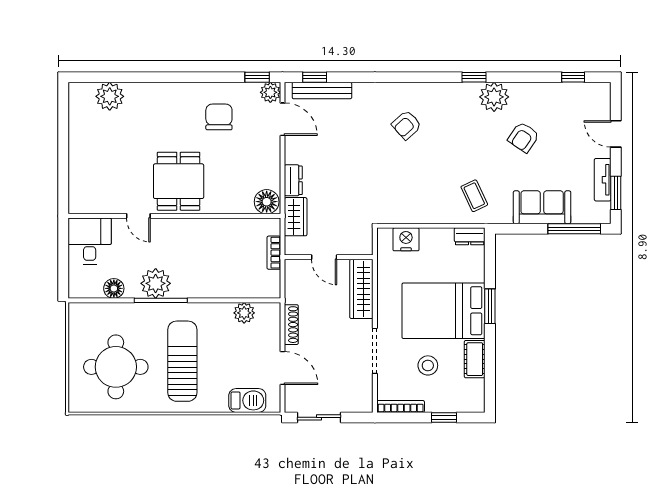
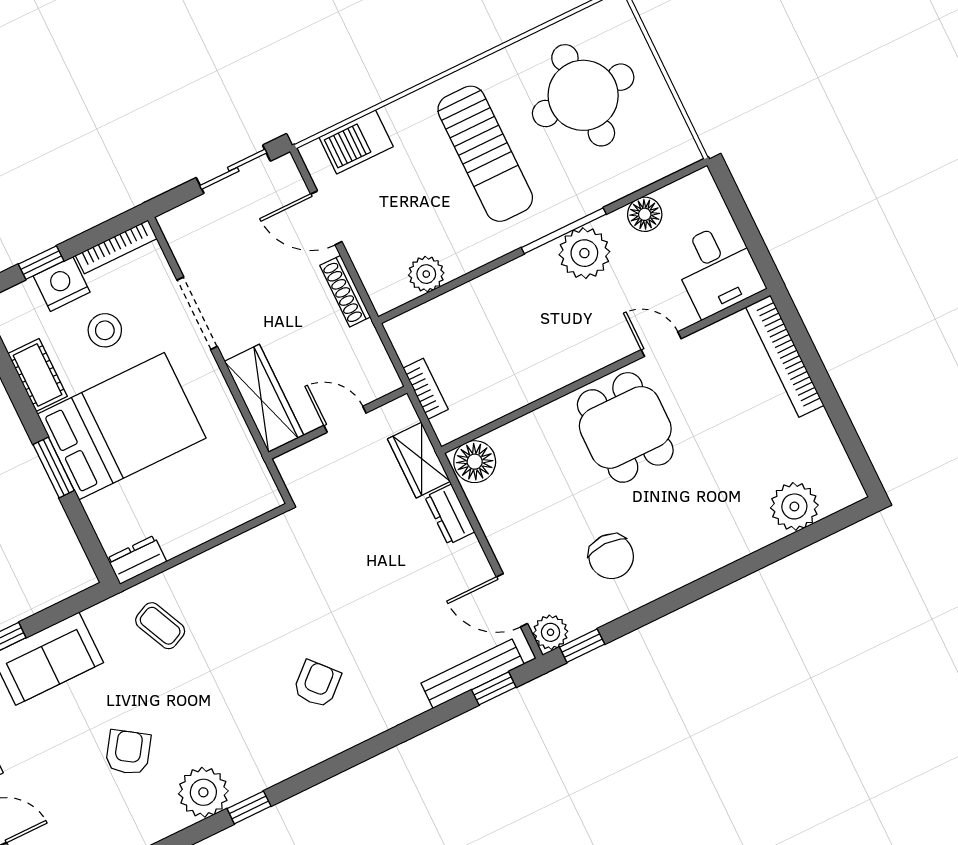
bookcase: (76, 178) -> (785, 356), added
nightstand: (406, 239) -> (62, 284), moved, turned 180

